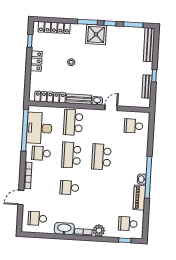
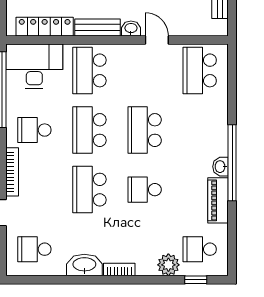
door: (111, 108) -> (157, 40), hinge flipped
school desk: (133, 126) -> (200, 70), width x1.85
desk: (39, 128) -> (34, 66), moved, turned 90
school desk: (69, 188) -> (89, 190), width x1.85
school desk: (100, 189) -> (145, 190), added
plant: (99, 231) -> (168, 265), moved

